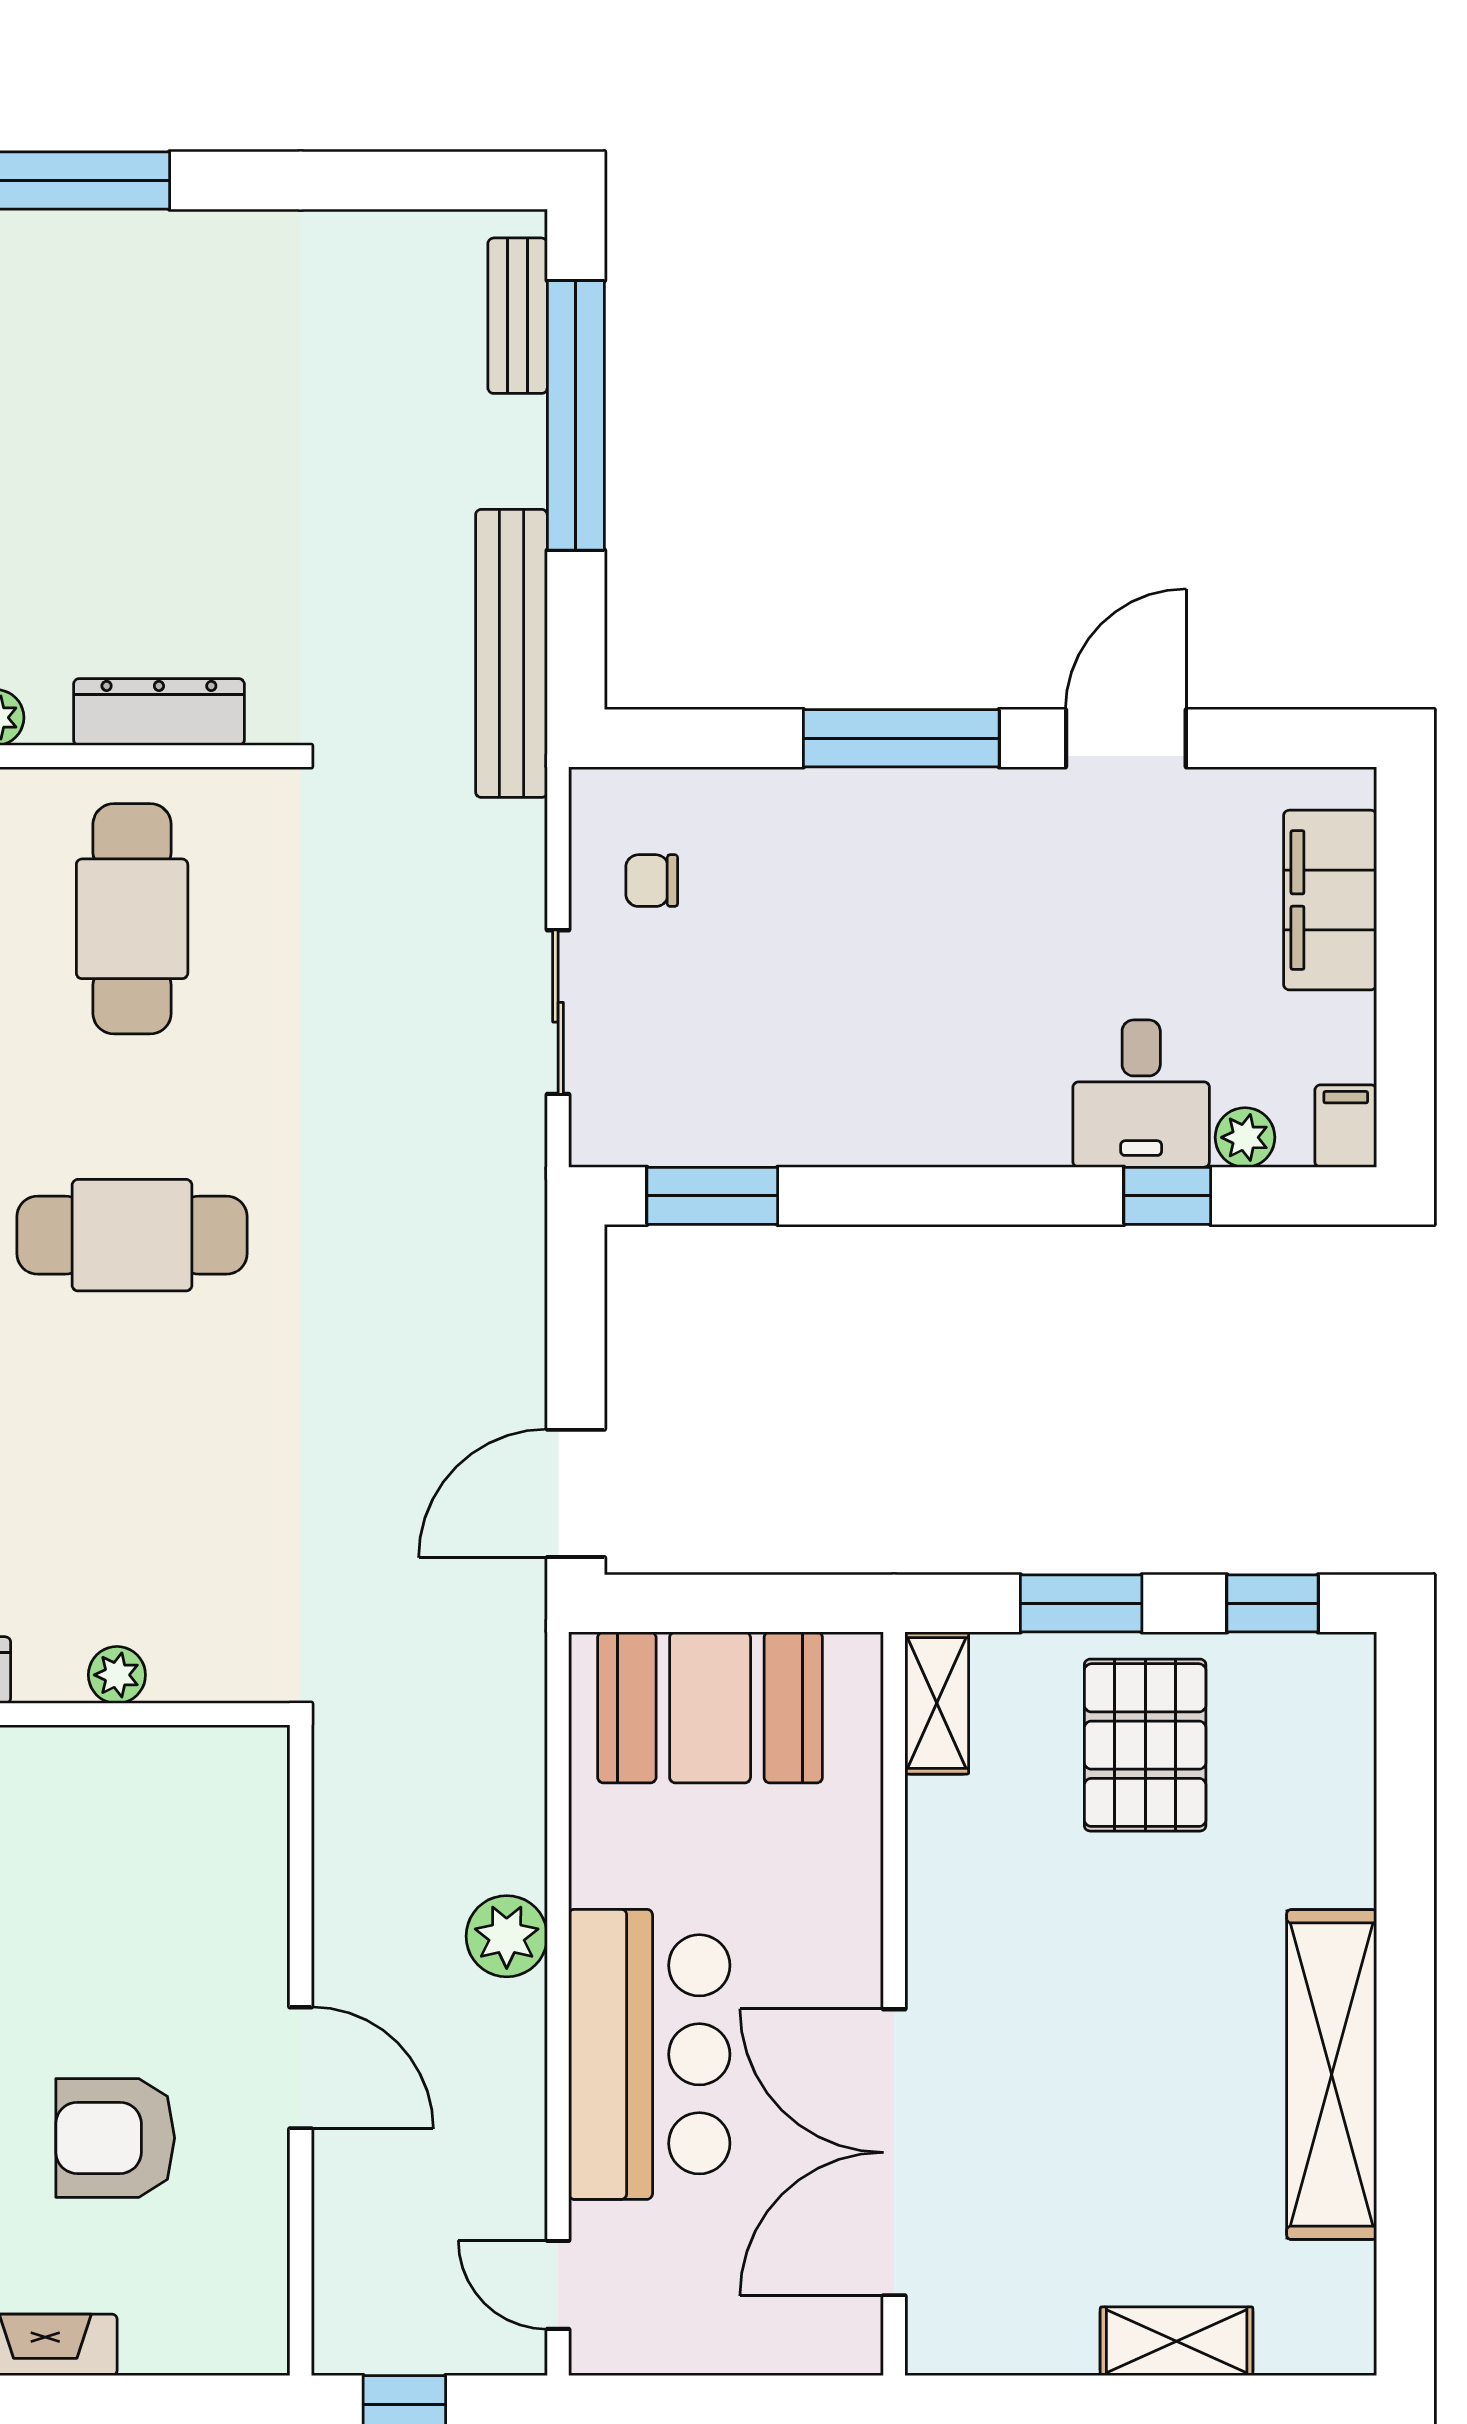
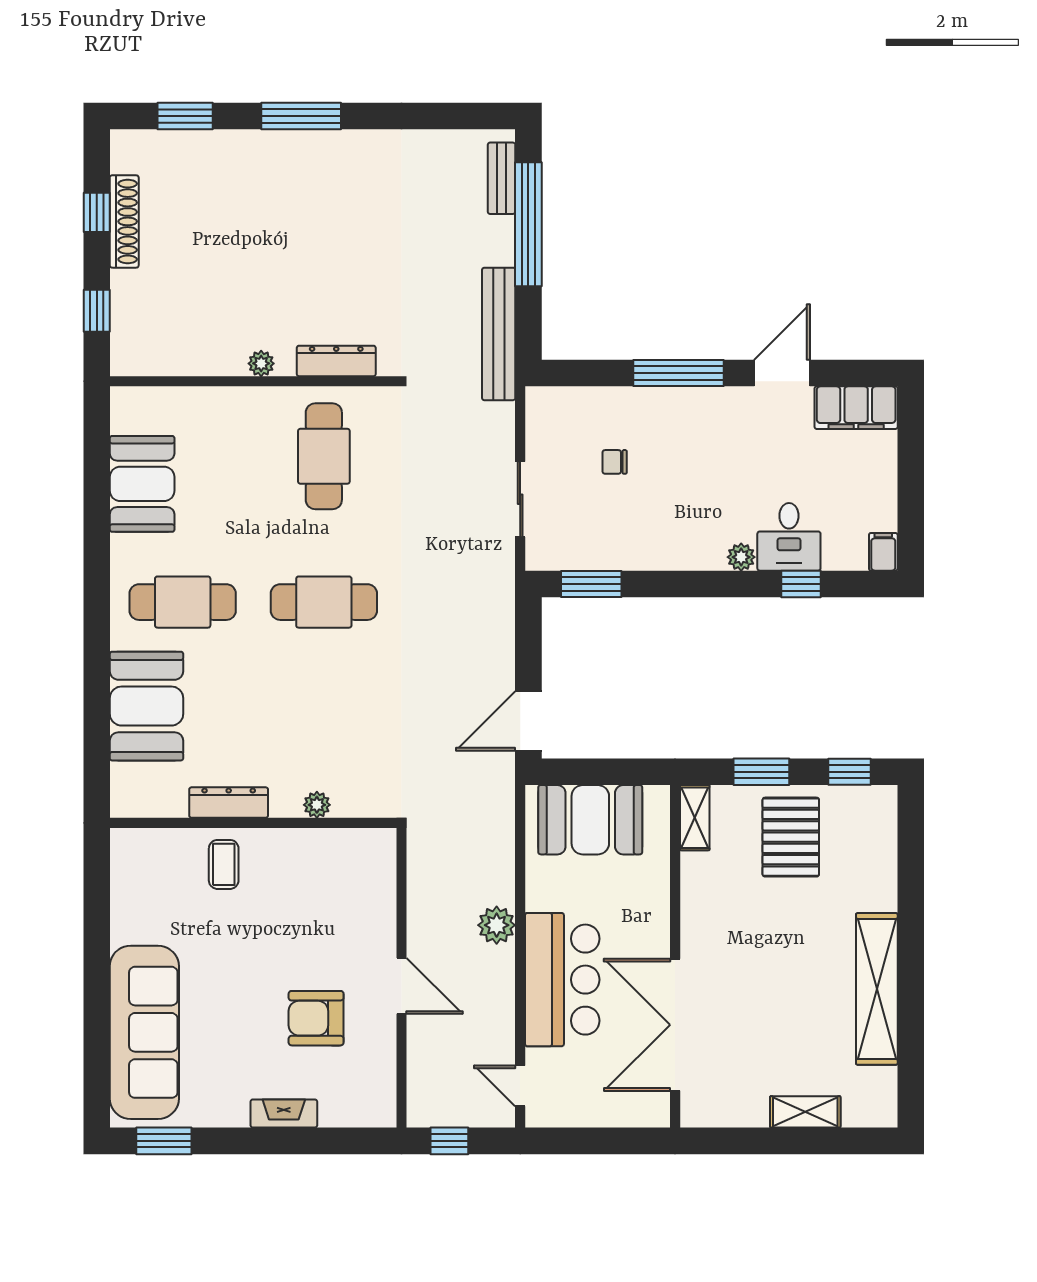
chair: (652, 881) -> (615, 462), moved
filing cabinet: (1330, 900) -> (856, 408), moved, turned -90
plant: (1245, 1137) -> (741, 557), moved

